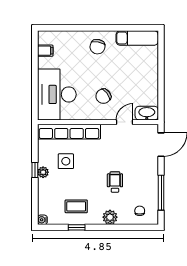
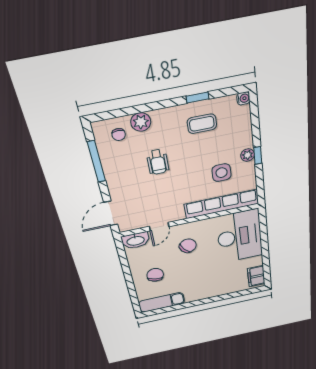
chair: (97, 47) -> (155, 275), moved
filing cabinet: (45, 51) -> (256, 276), width x2.00
plant: (110, 217) -> (141, 122), moved

